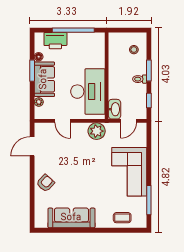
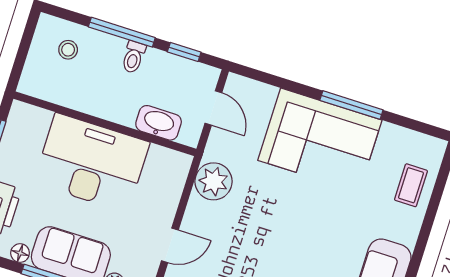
window: (149, 71) -> (122, 32), width x1.44
desk: (88, 92) -> (92, 163), moved
washbasin: (115, 109) -> (159, 123), moved
window: (149, 200) -> (351, 105), moved

